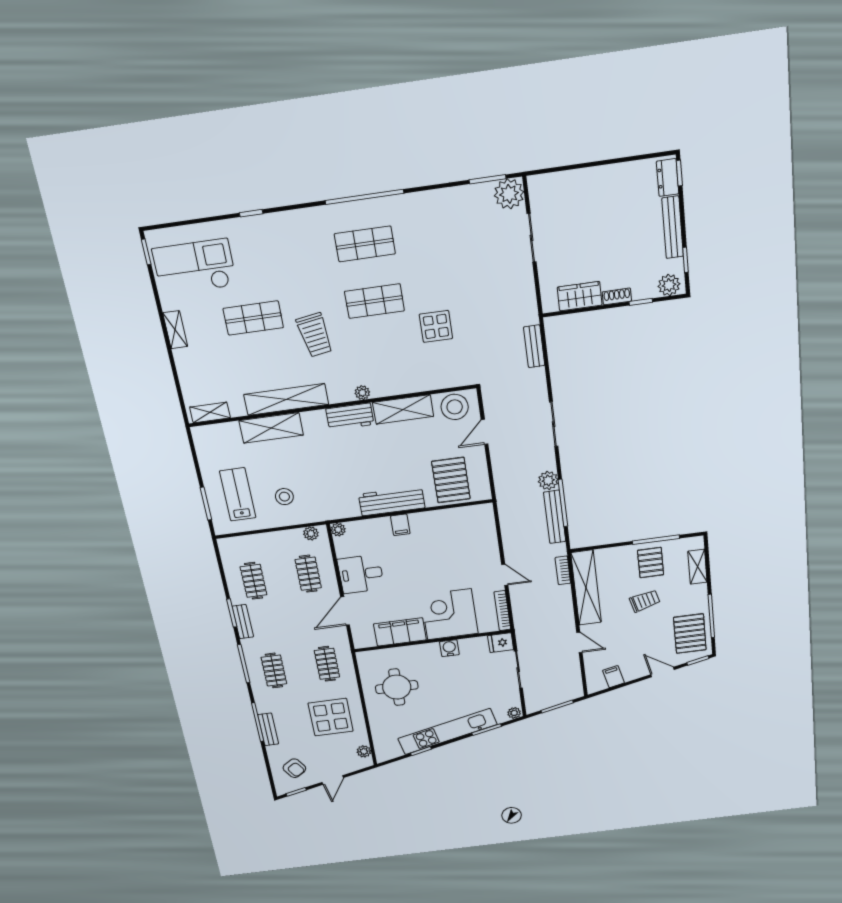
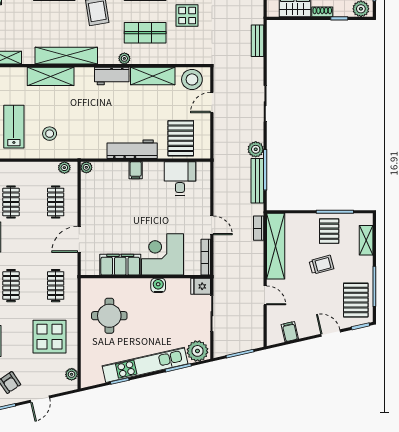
shop shelf: (384, 356) -> (145, 33), added
desk: (361, 574) -> (180, 178), moved, turned 90
plant: (514, 713) -> (197, 351), width x1.88, depth x1.88

